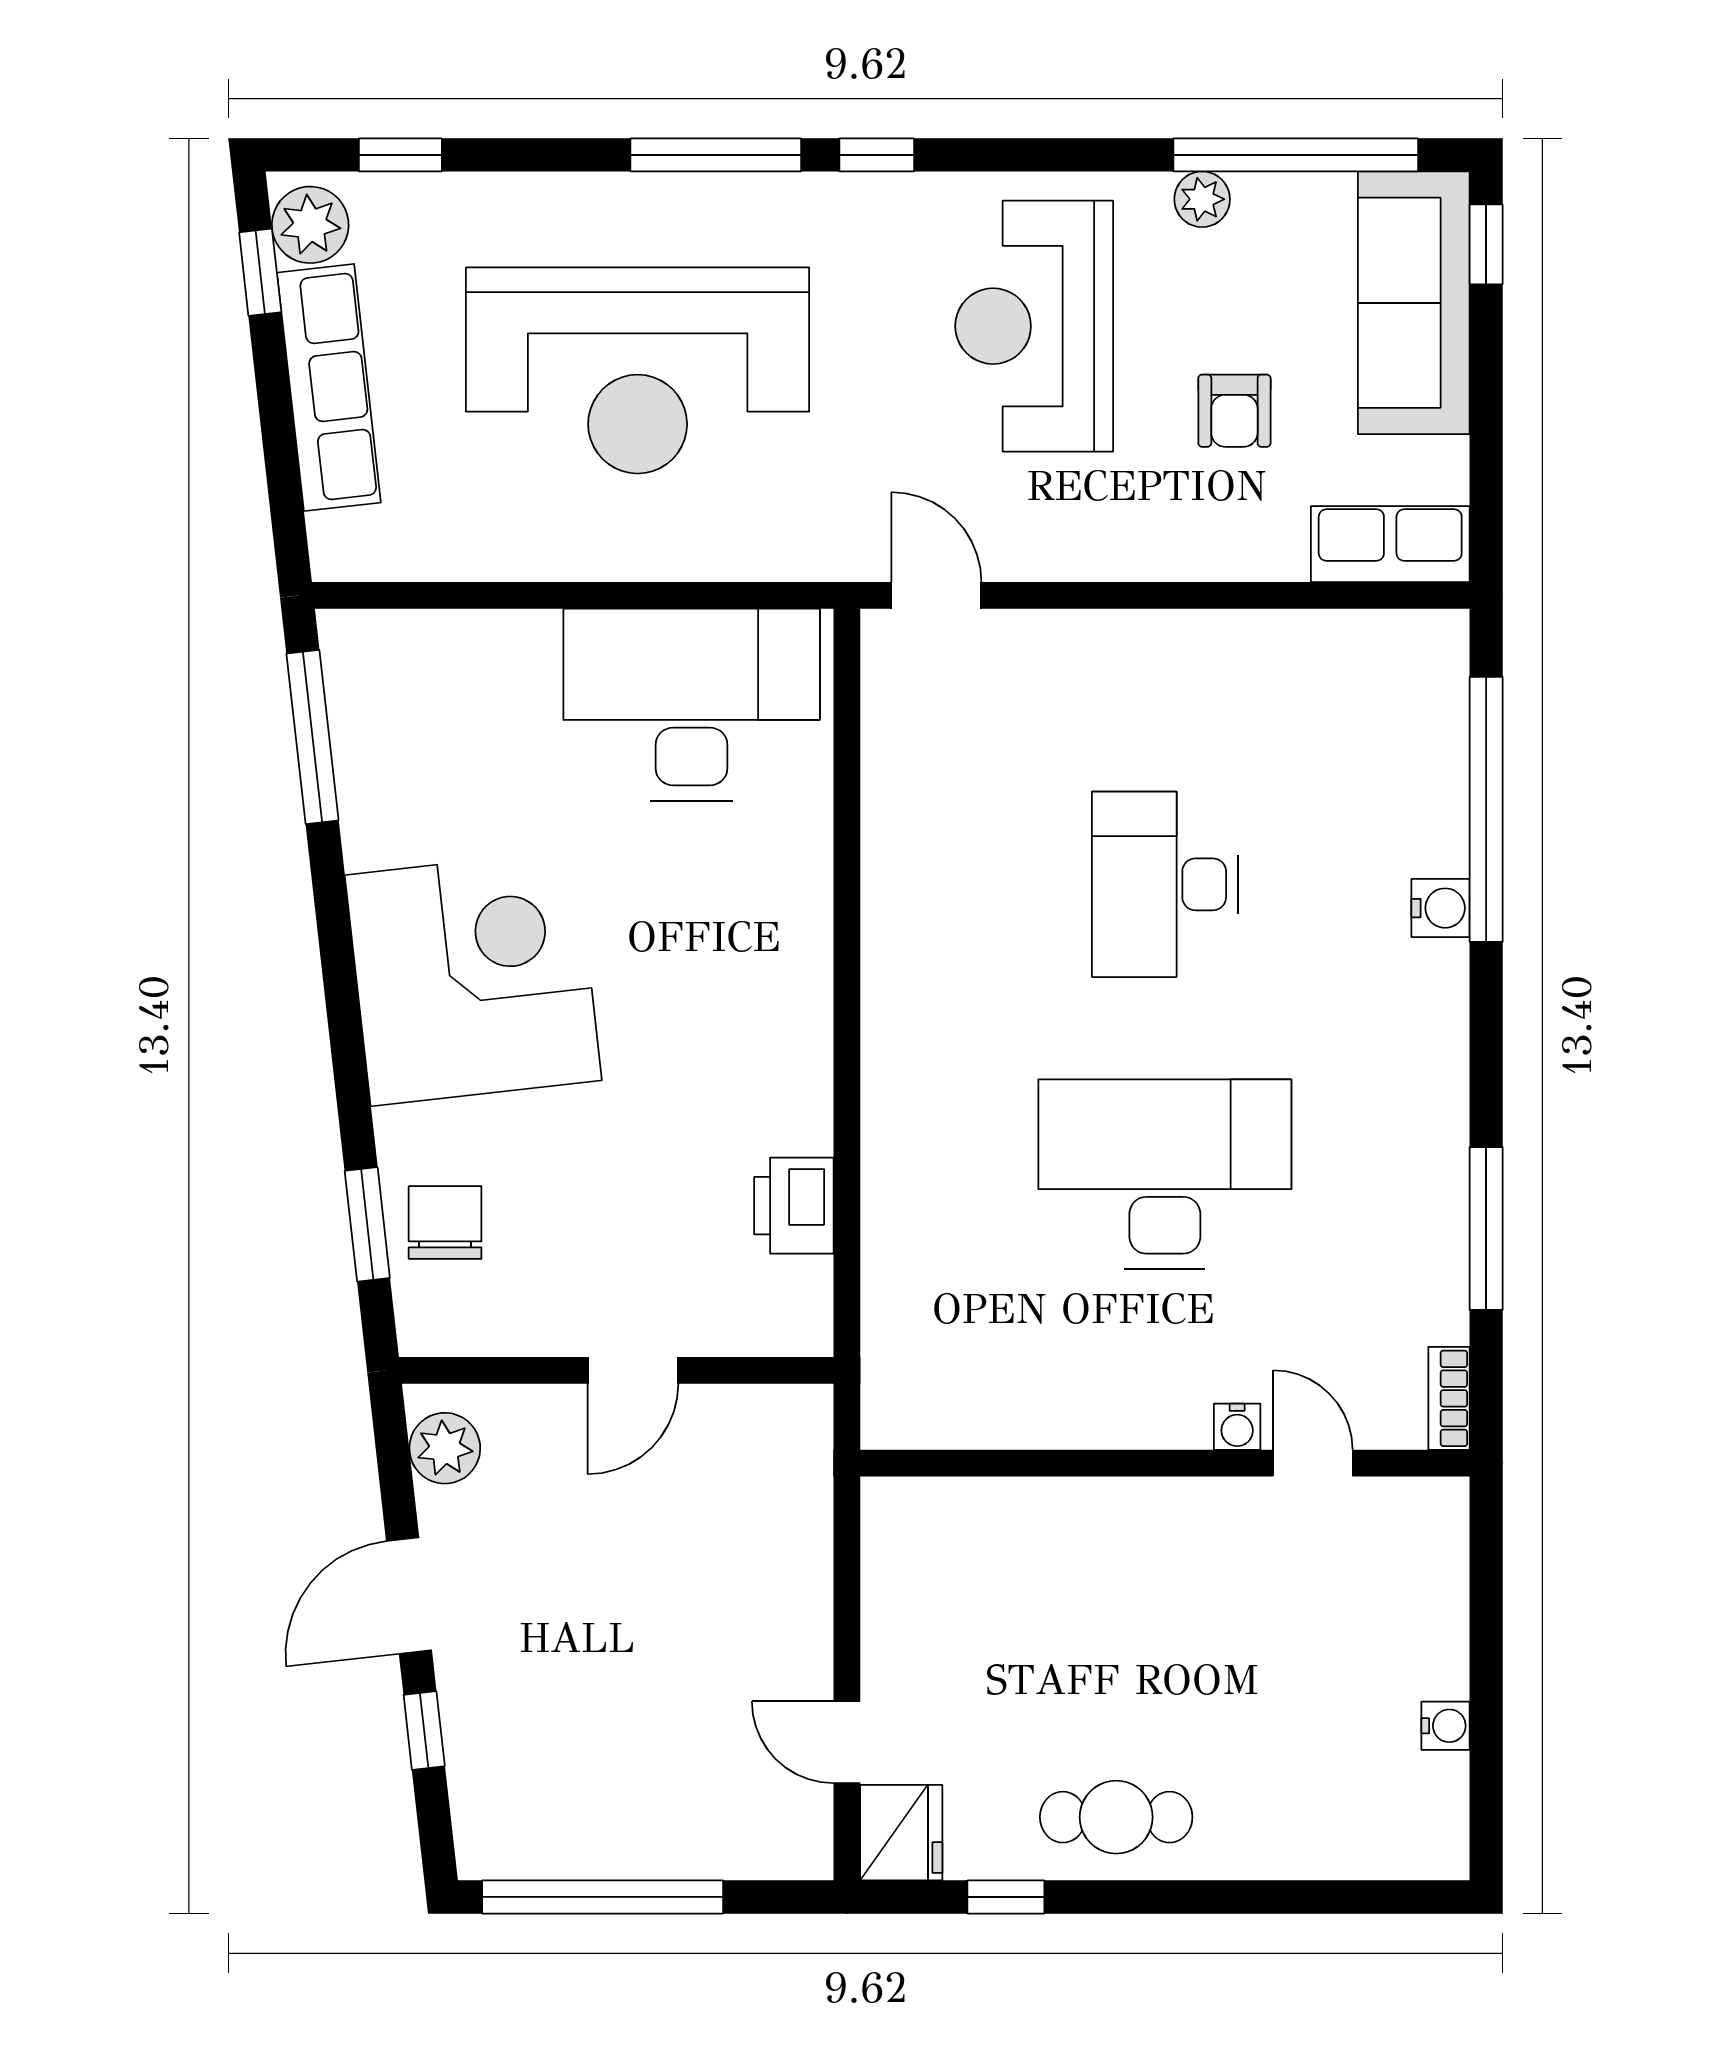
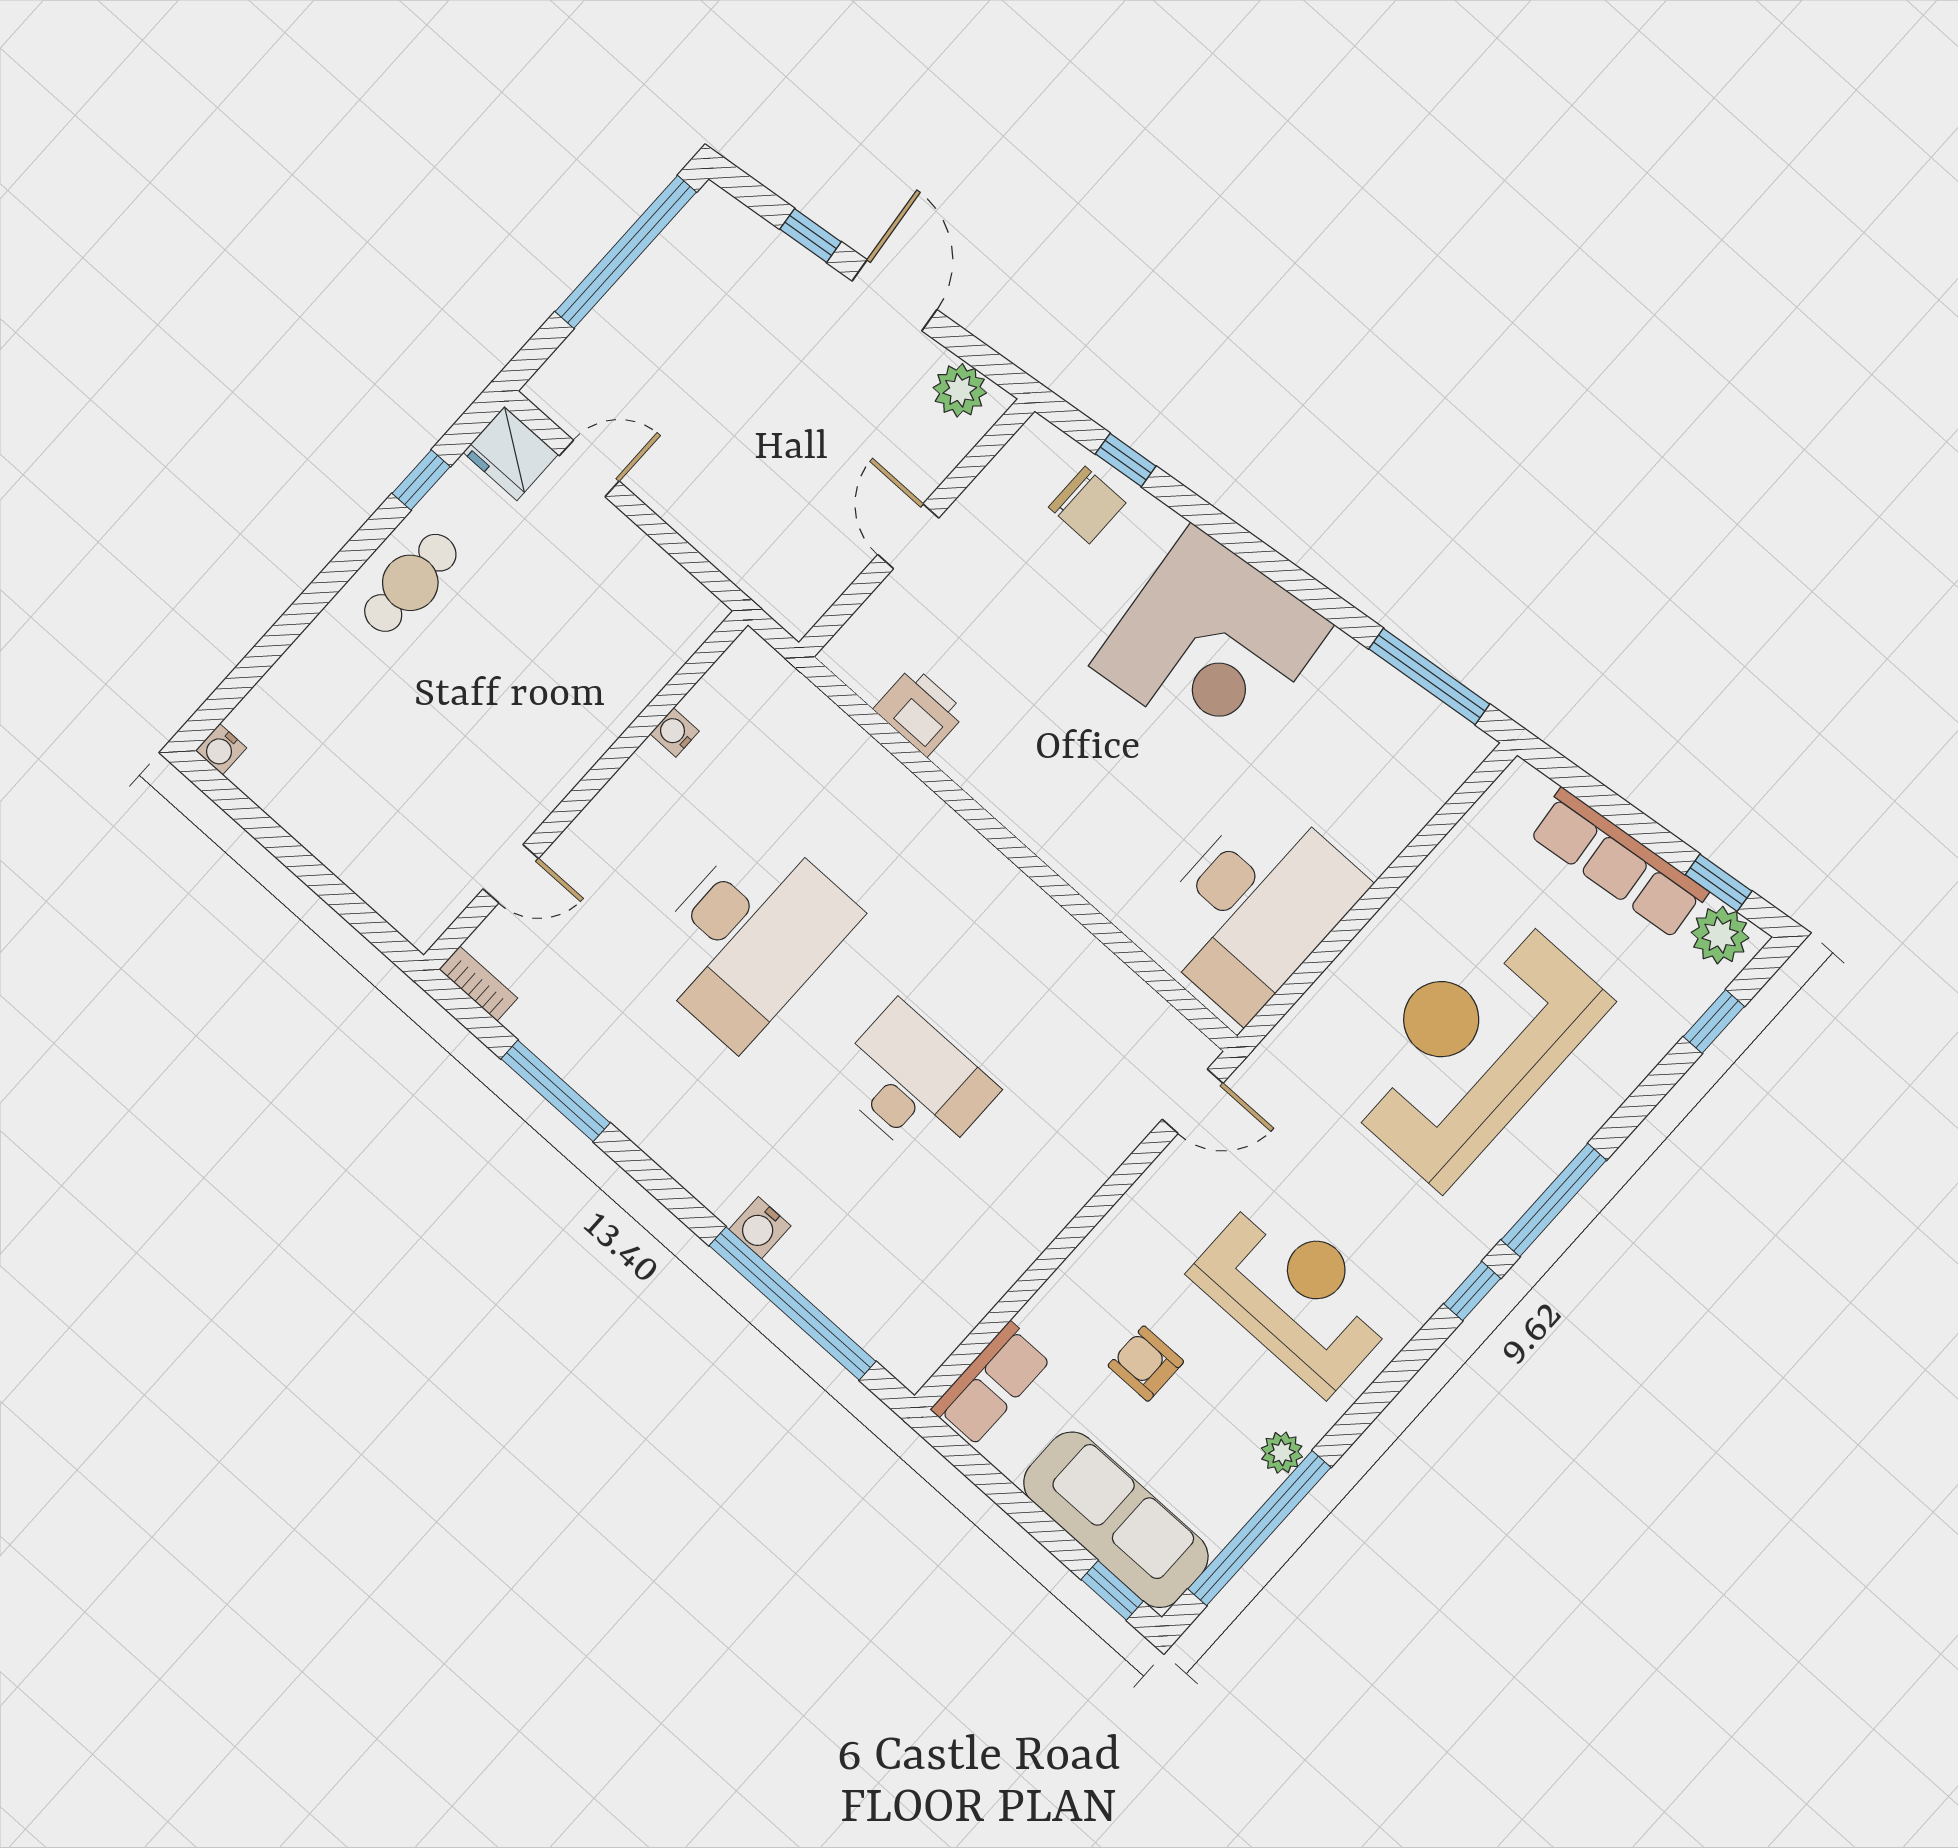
window: (367, 1224) -> (1126, 460), width x0.67
water cooler: (1237, 1427) -> (675, 733), moved
water cooler: (1445, 1726) -> (221, 749), moved

